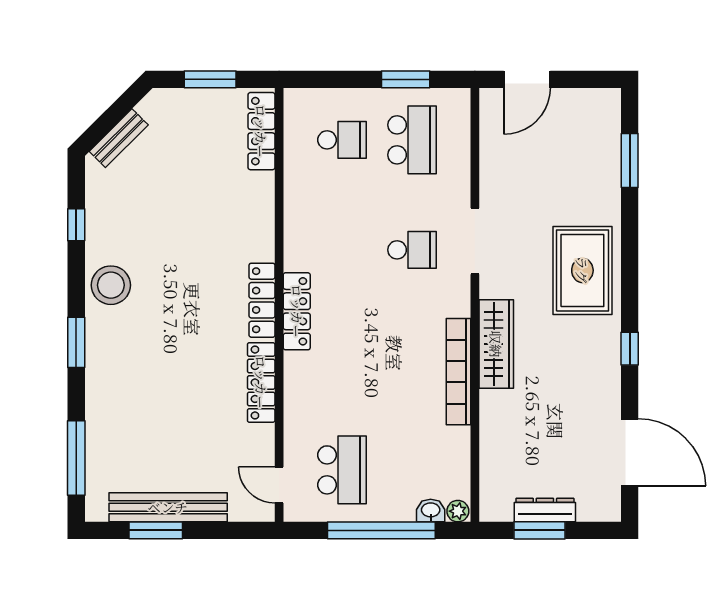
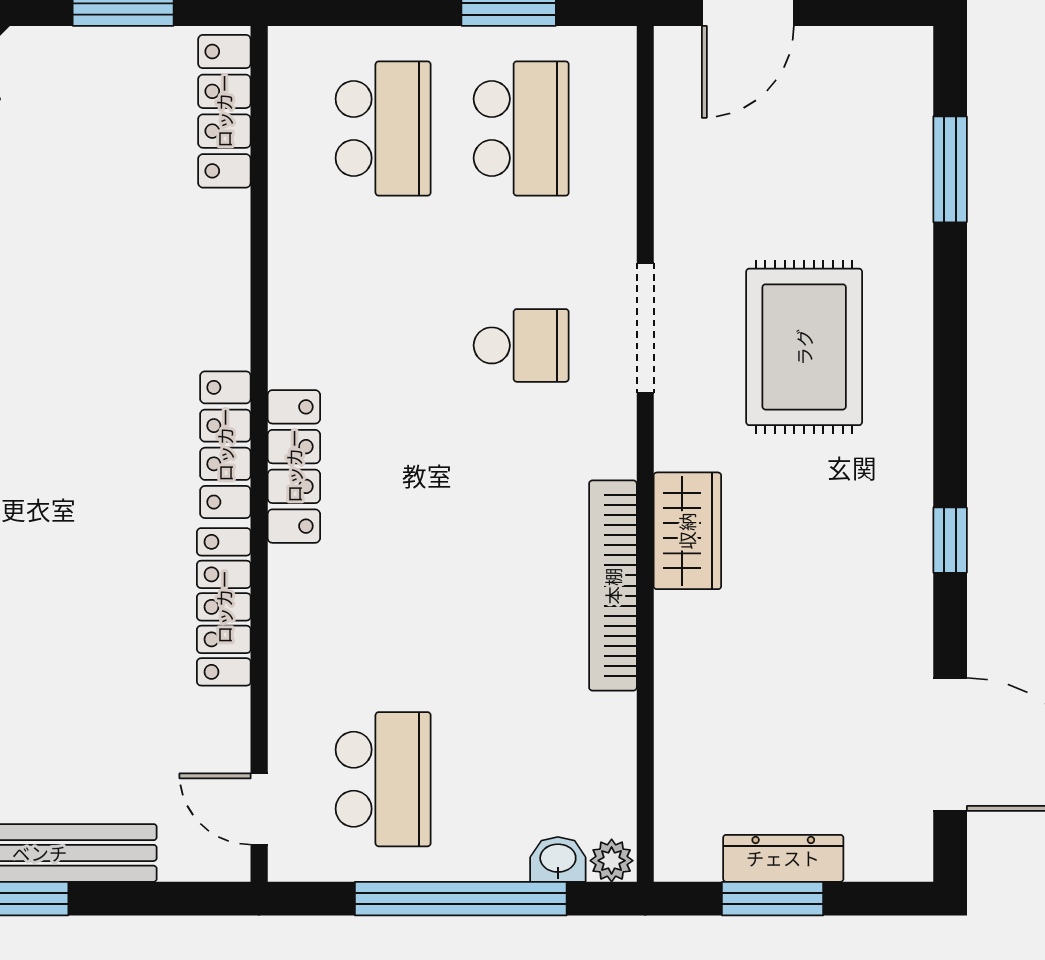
school desk: (342, 140) -> (383, 129), width x1.85
rug: (582, 270) -> (804, 347), moved
wardrobe: (496, 344) -> (687, 531), width x0.67

